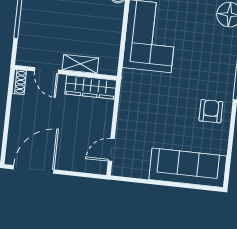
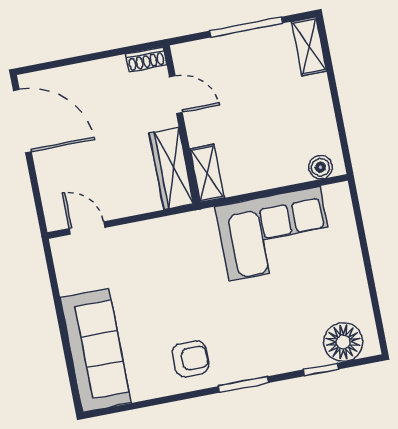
shelving: (80, 64) -> (207, 173), moved
door: (46, 70) -> (176, 95), swing flipped

